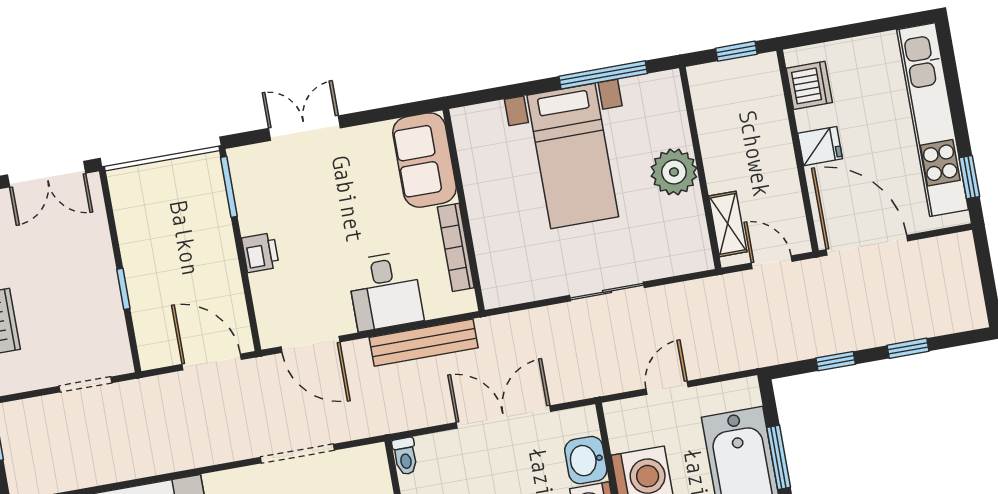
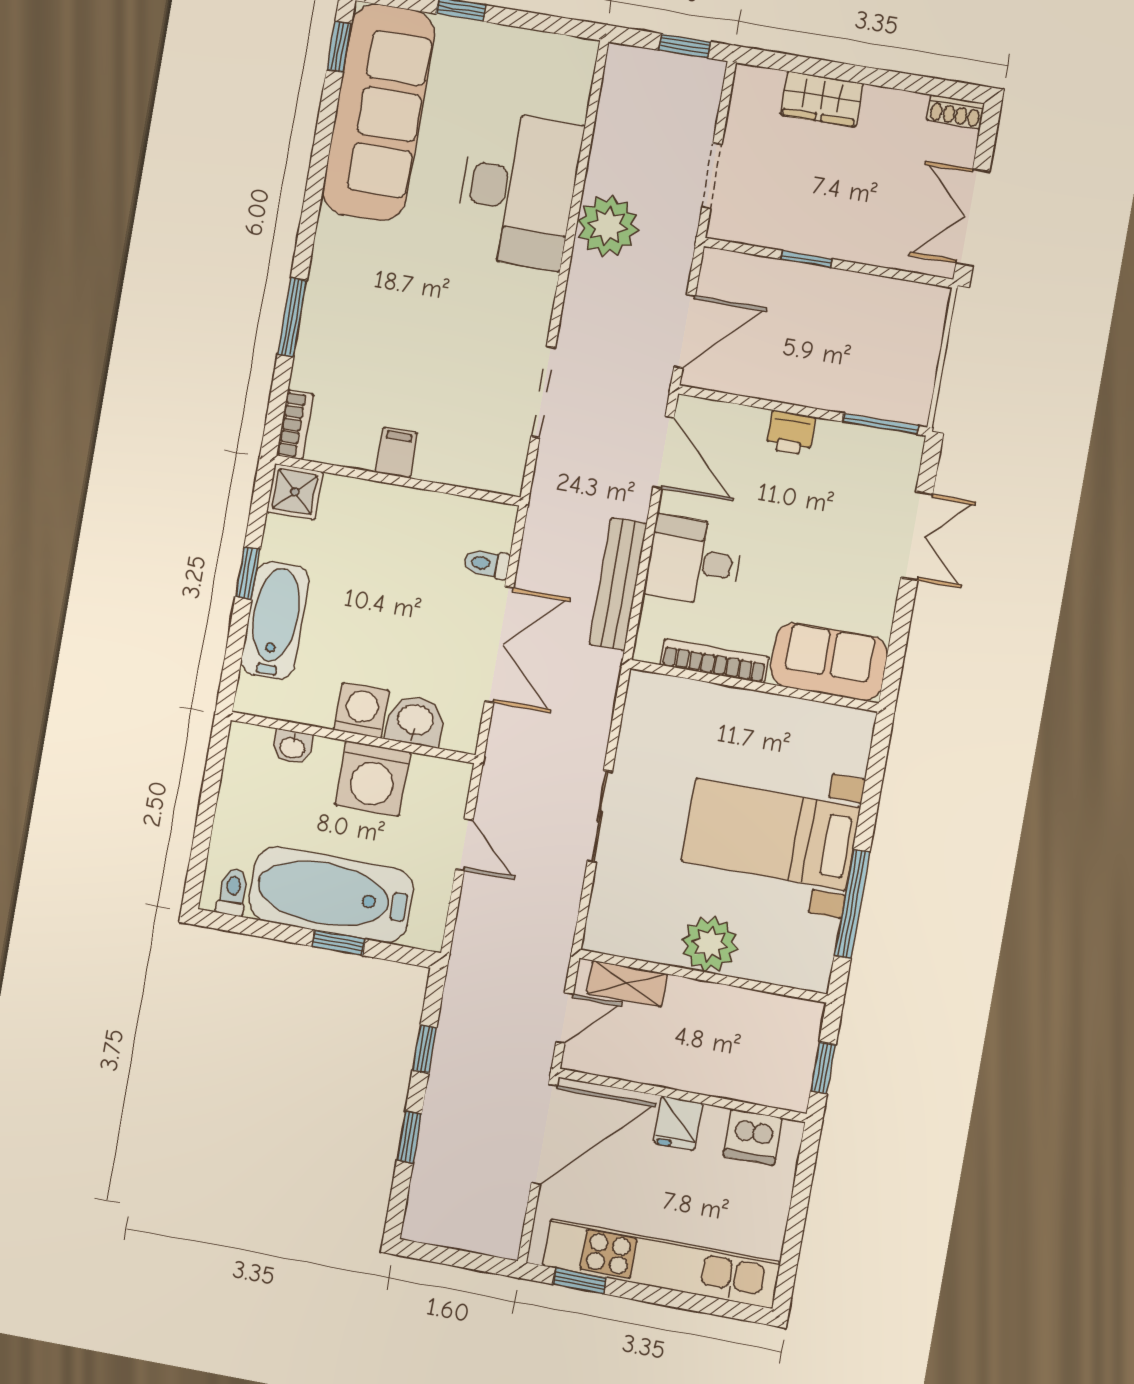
door: (310, 344) -> (663, 453), swing flipped
plant: (152, 450) -> (608, 226), added
toilet: (405, 456) -> (487, 564), moved
window: (779, 457) -> (338, 943), width x0.67

